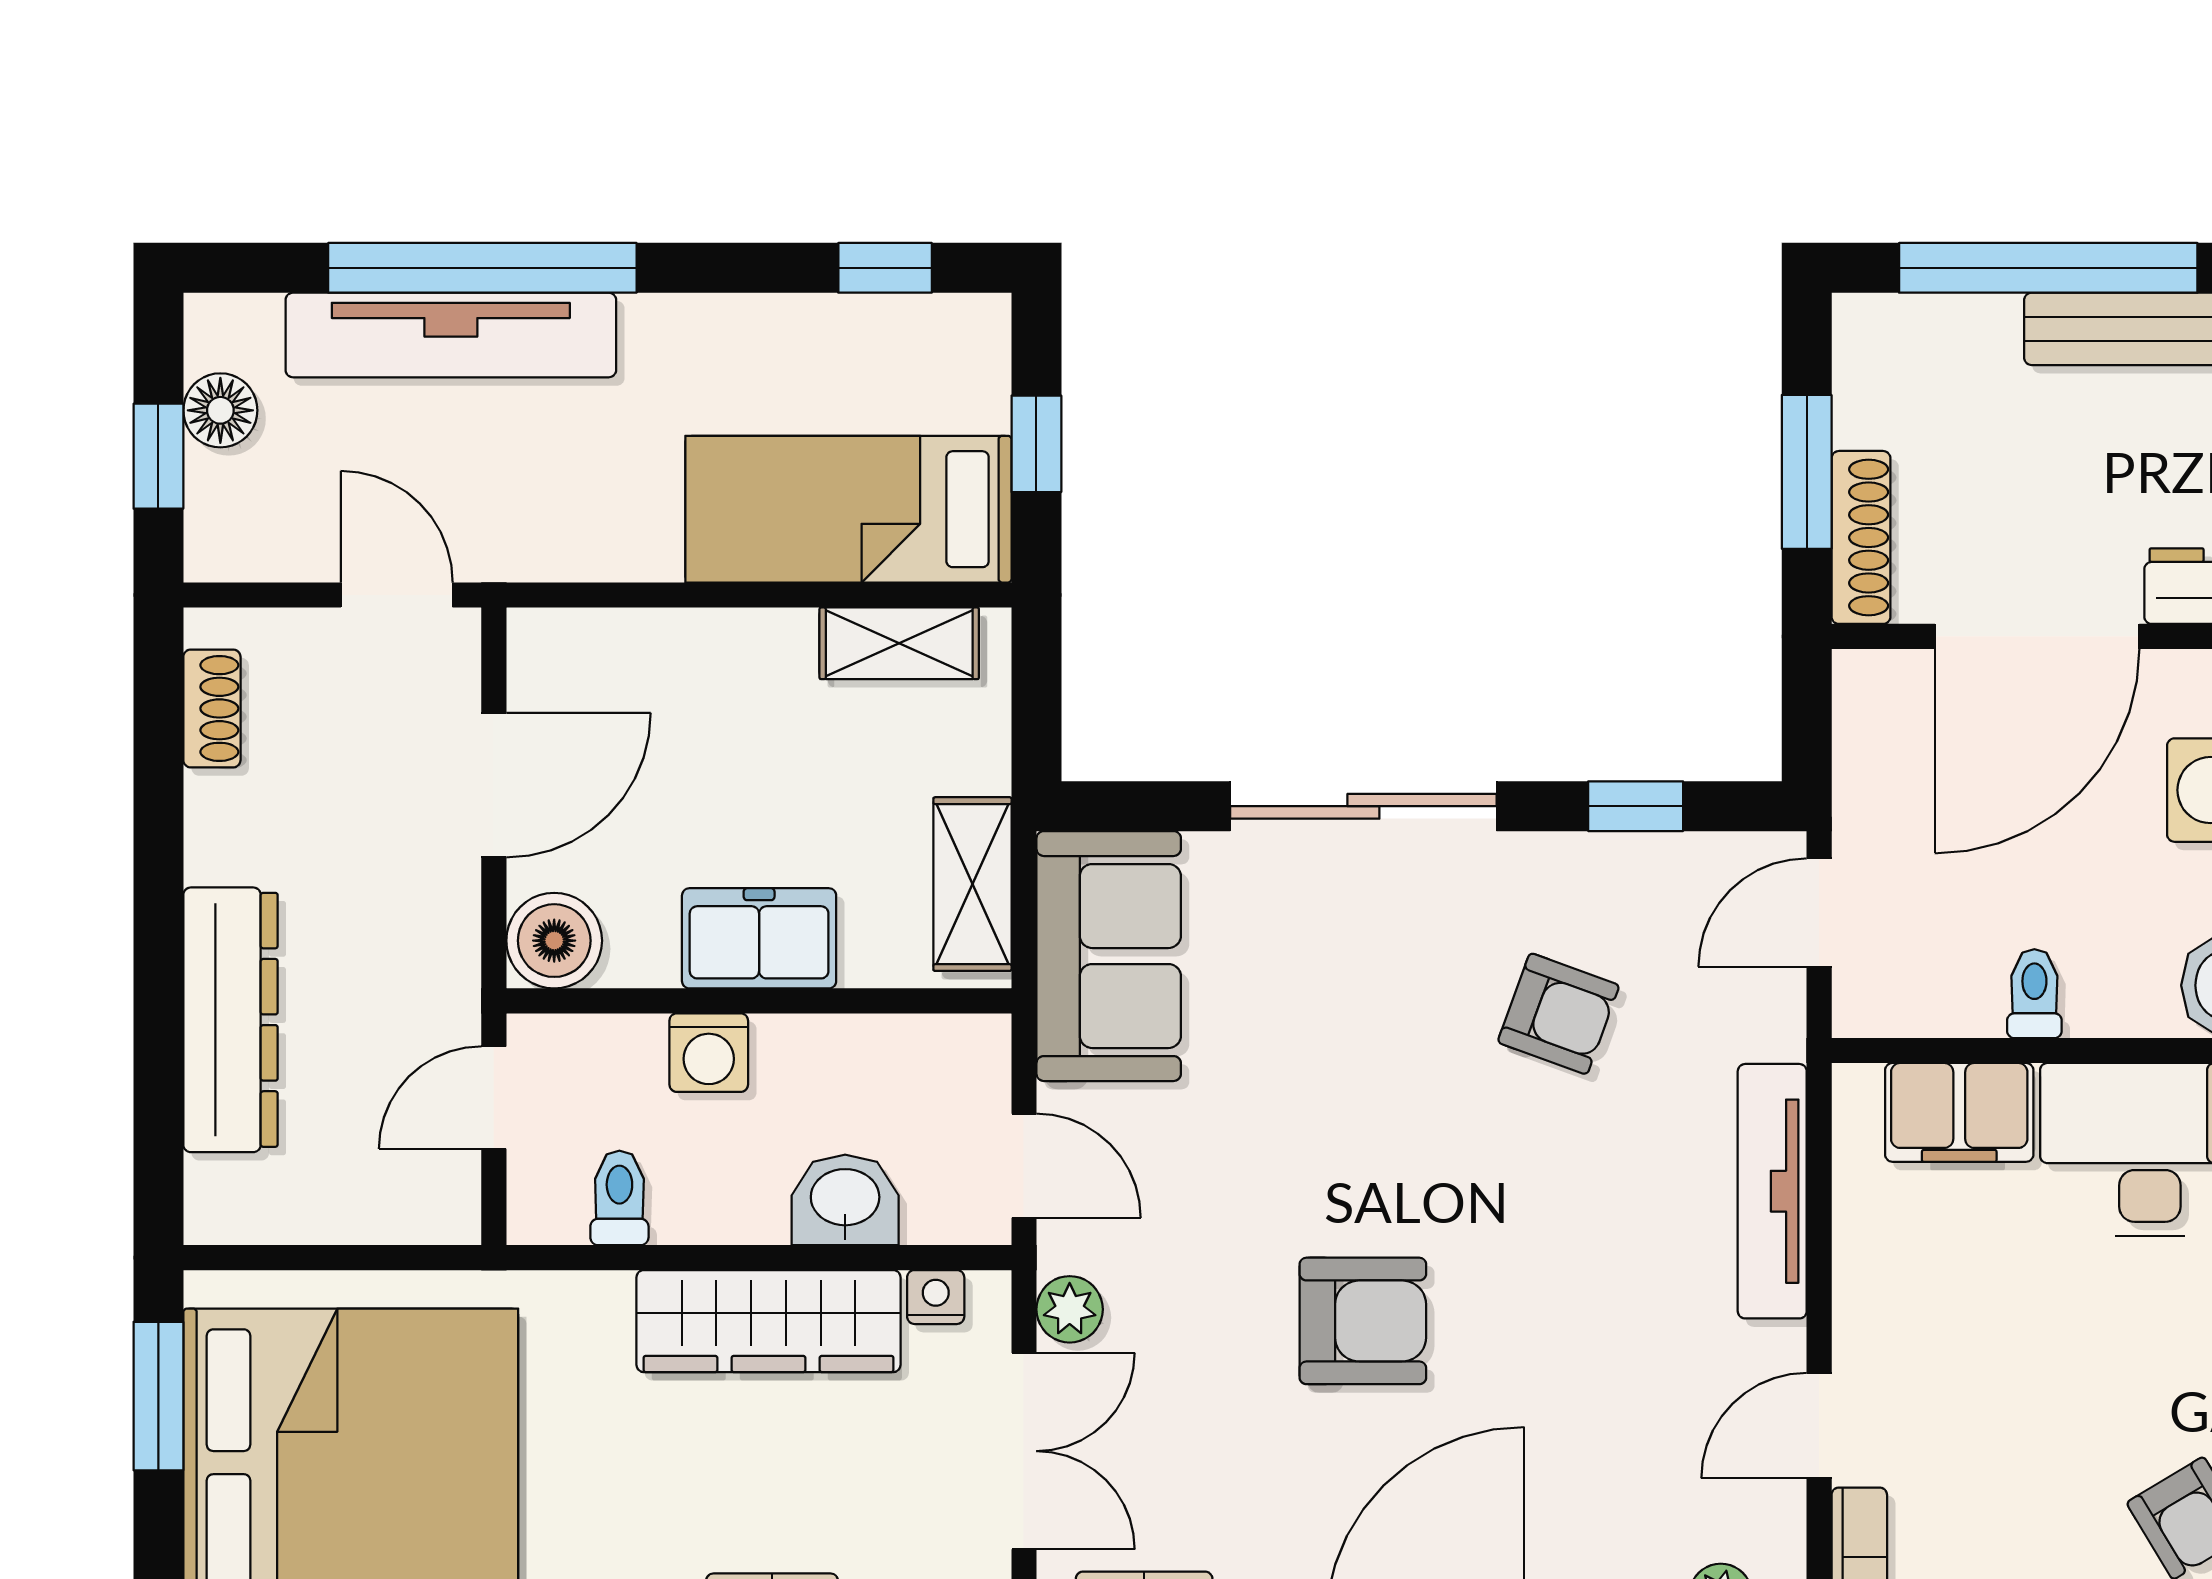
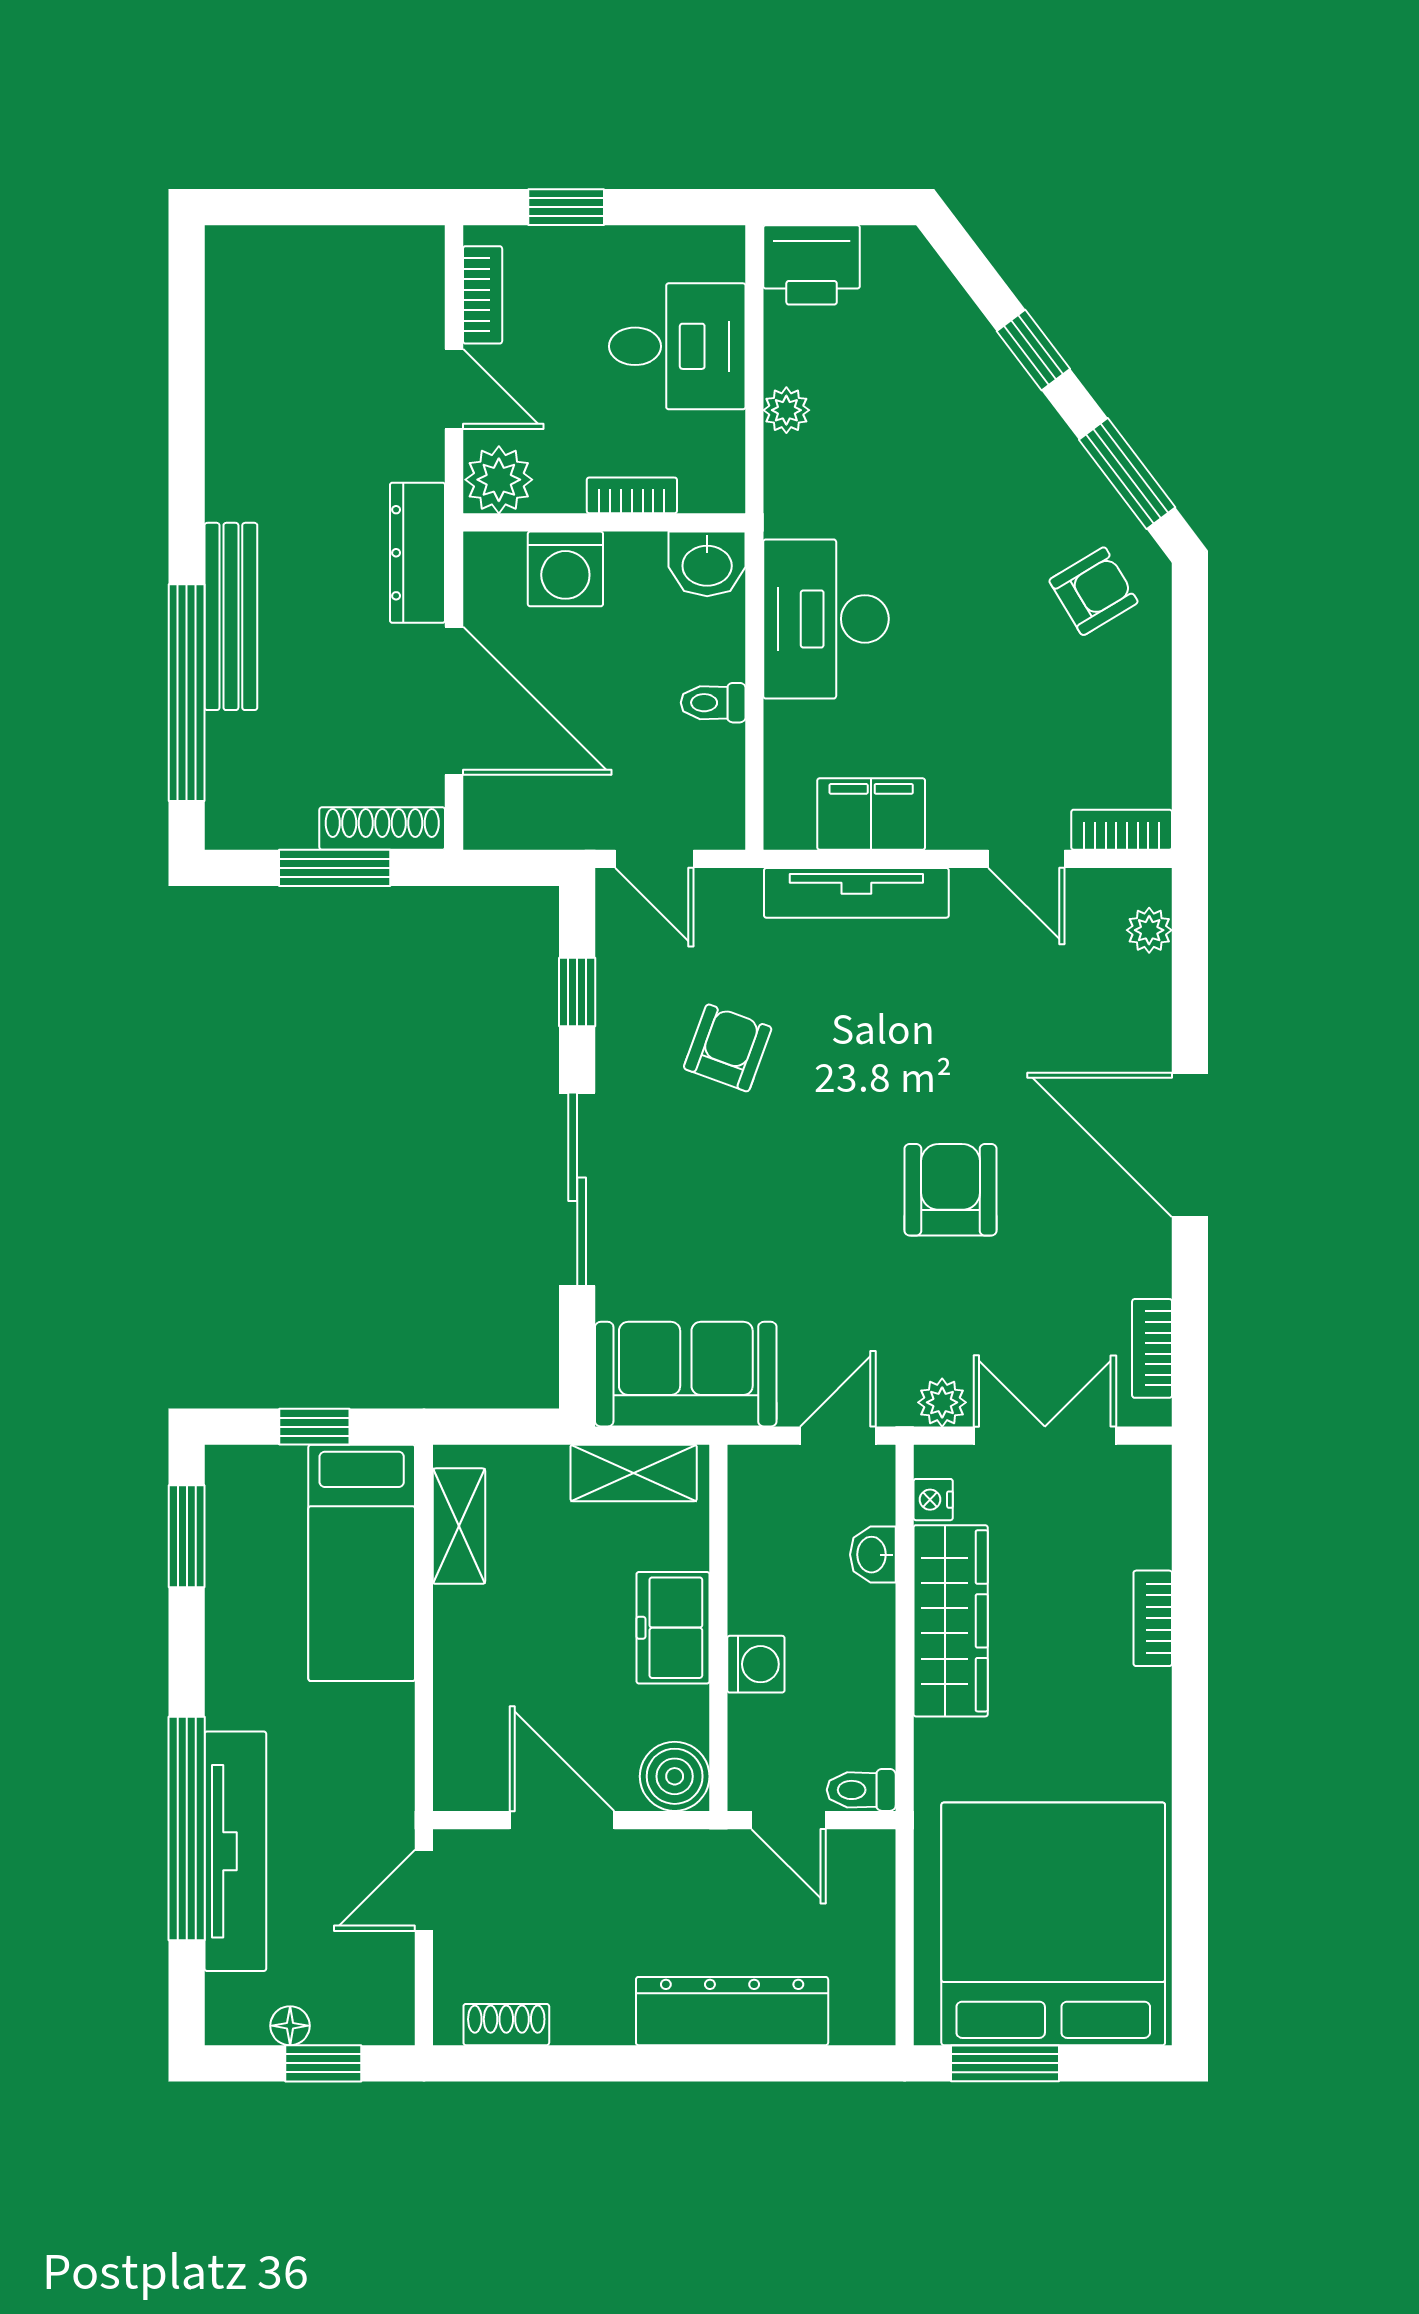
window: (885, 268) -> (187, 1536), width x1.50
floor lamp: (220, 410) -> (290, 2026), width x0.73, depth x0.73
filing cabinet: (1959, 1112) -> (871, 814), moved, turned -90
toilet: (619, 1198) -> (861, 1790), moved
washbasin: (845, 1200) -> (873, 1555), width x0.72, depth x0.69

